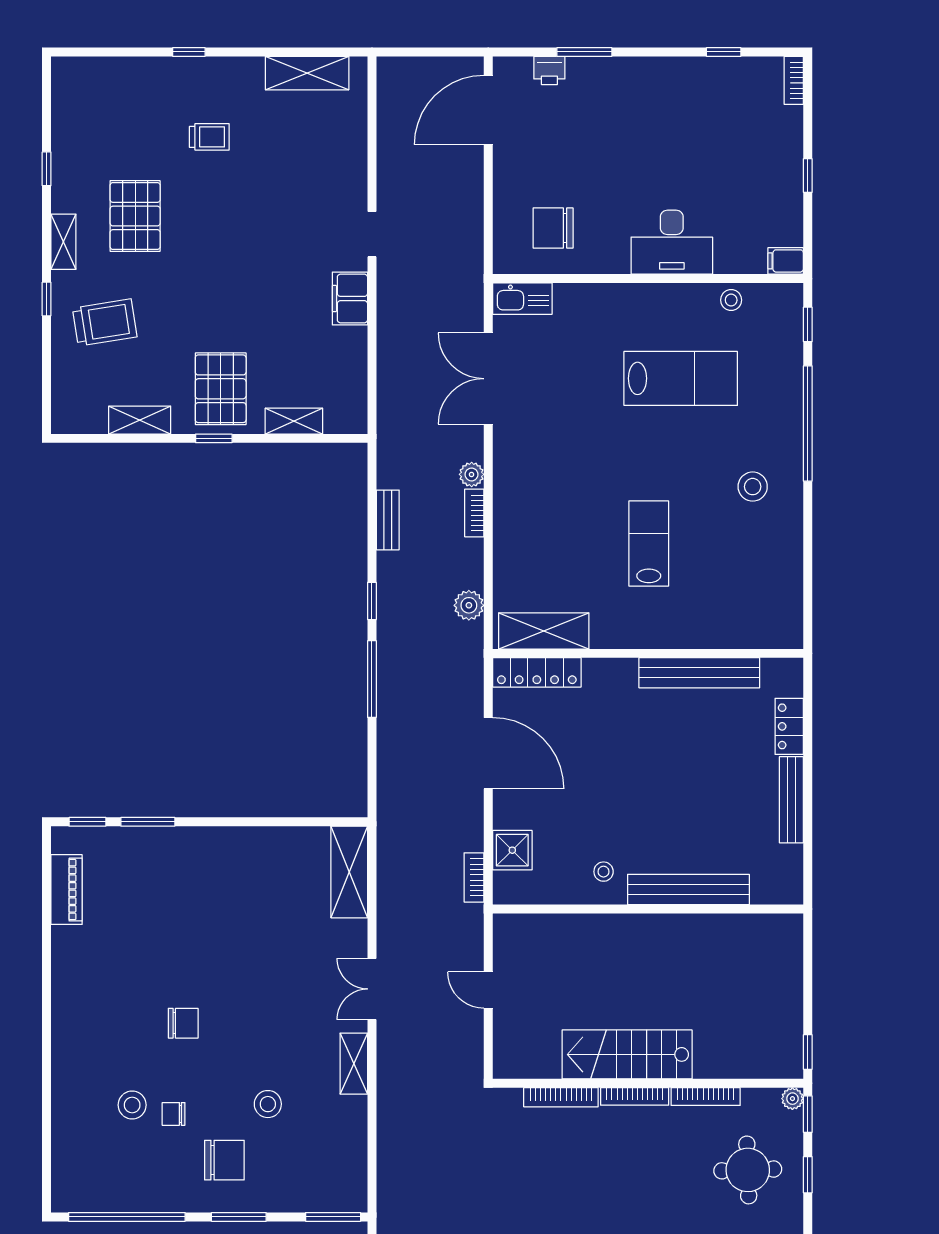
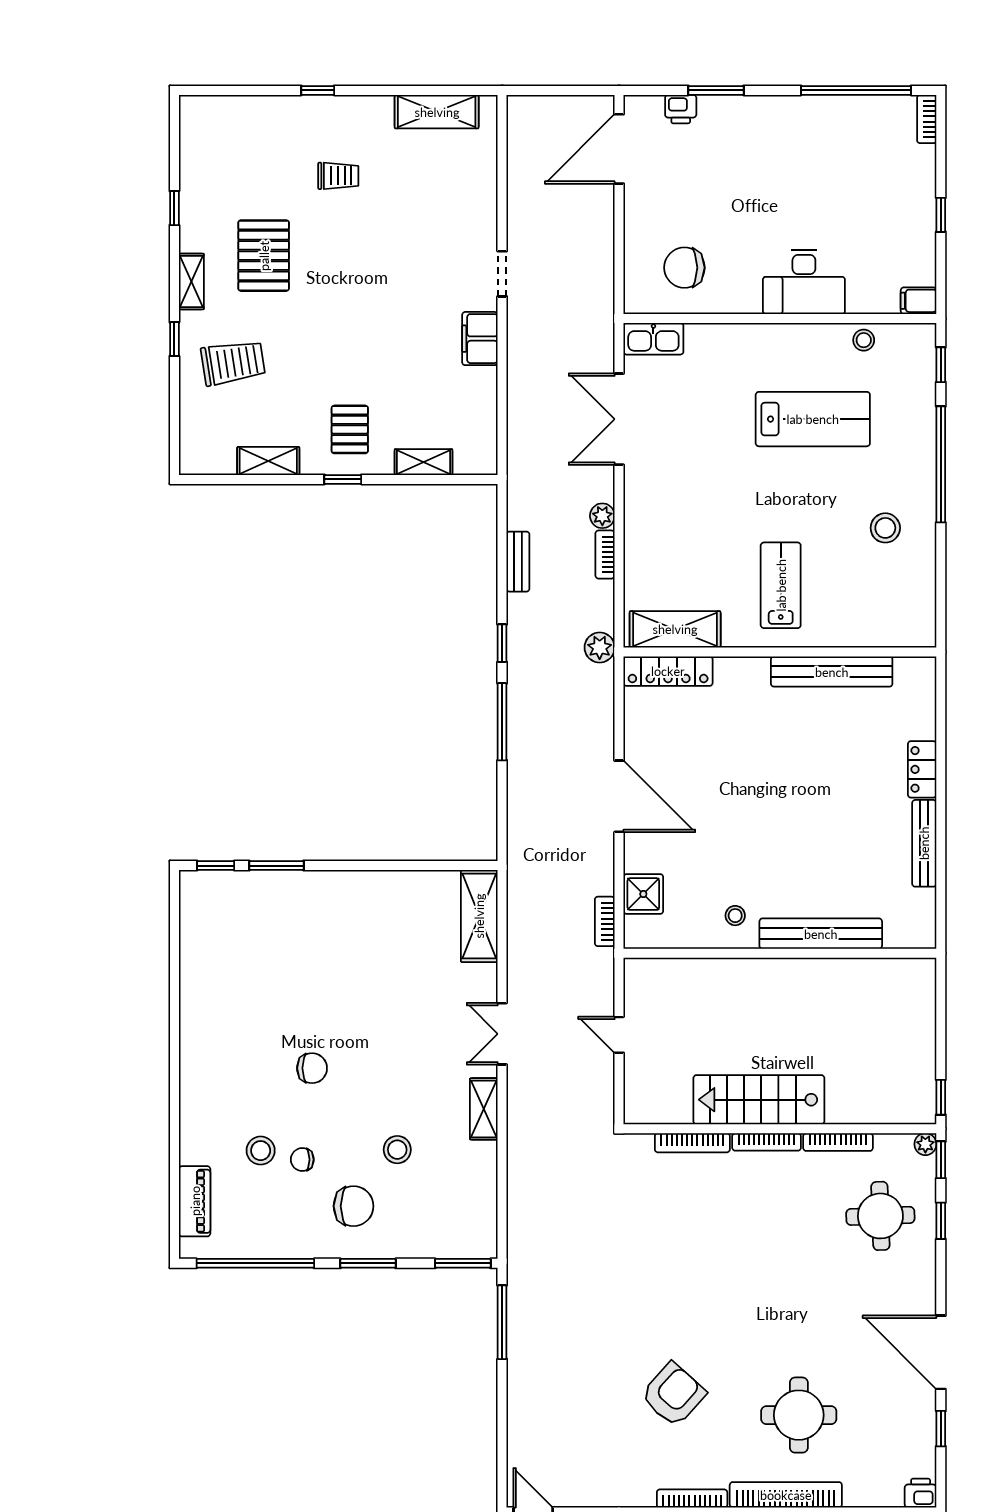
window: (724, 52) -> (856, 90), width x3.17
pallet: (221, 389) -> (350, 429), width x0.67, depth x0.71
shelving: (544, 631) -> (675, 629), moved
wall: (648, 653) -> (780, 652), moved
locker: (537, 672) -> (668, 671), moved
bench: (699, 673) -> (832, 672), moved
piano: (67, 890) -> (195, 1201), moved

